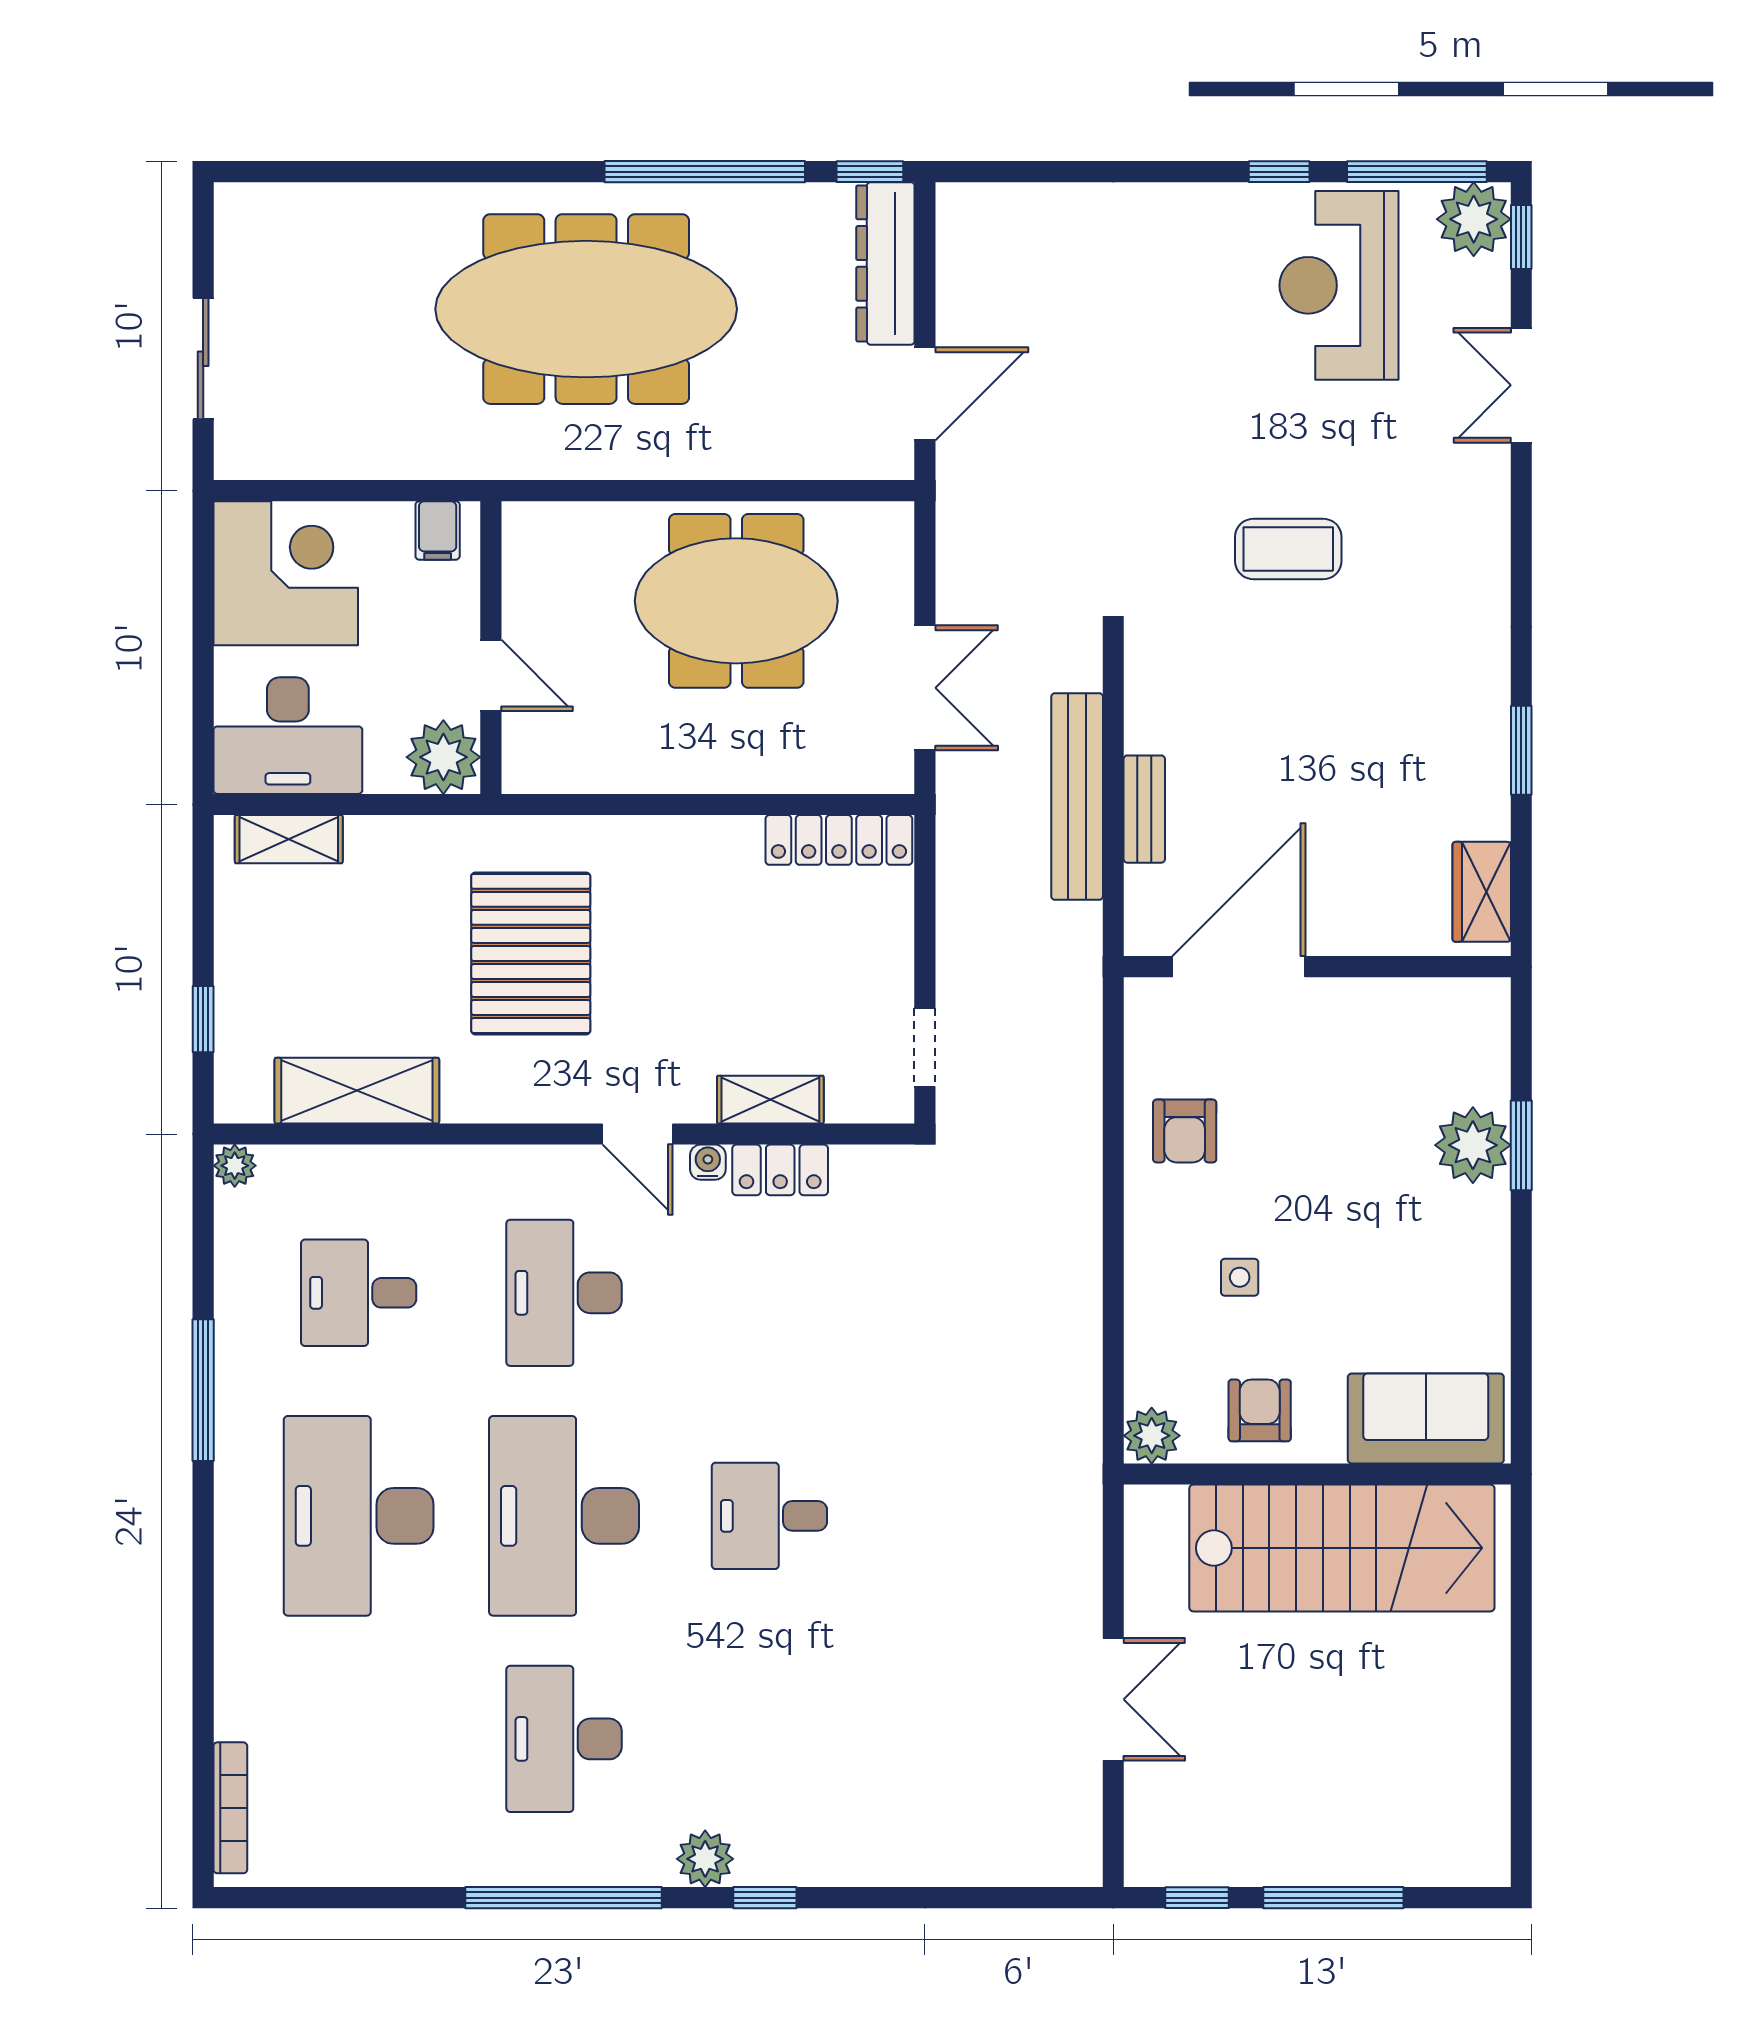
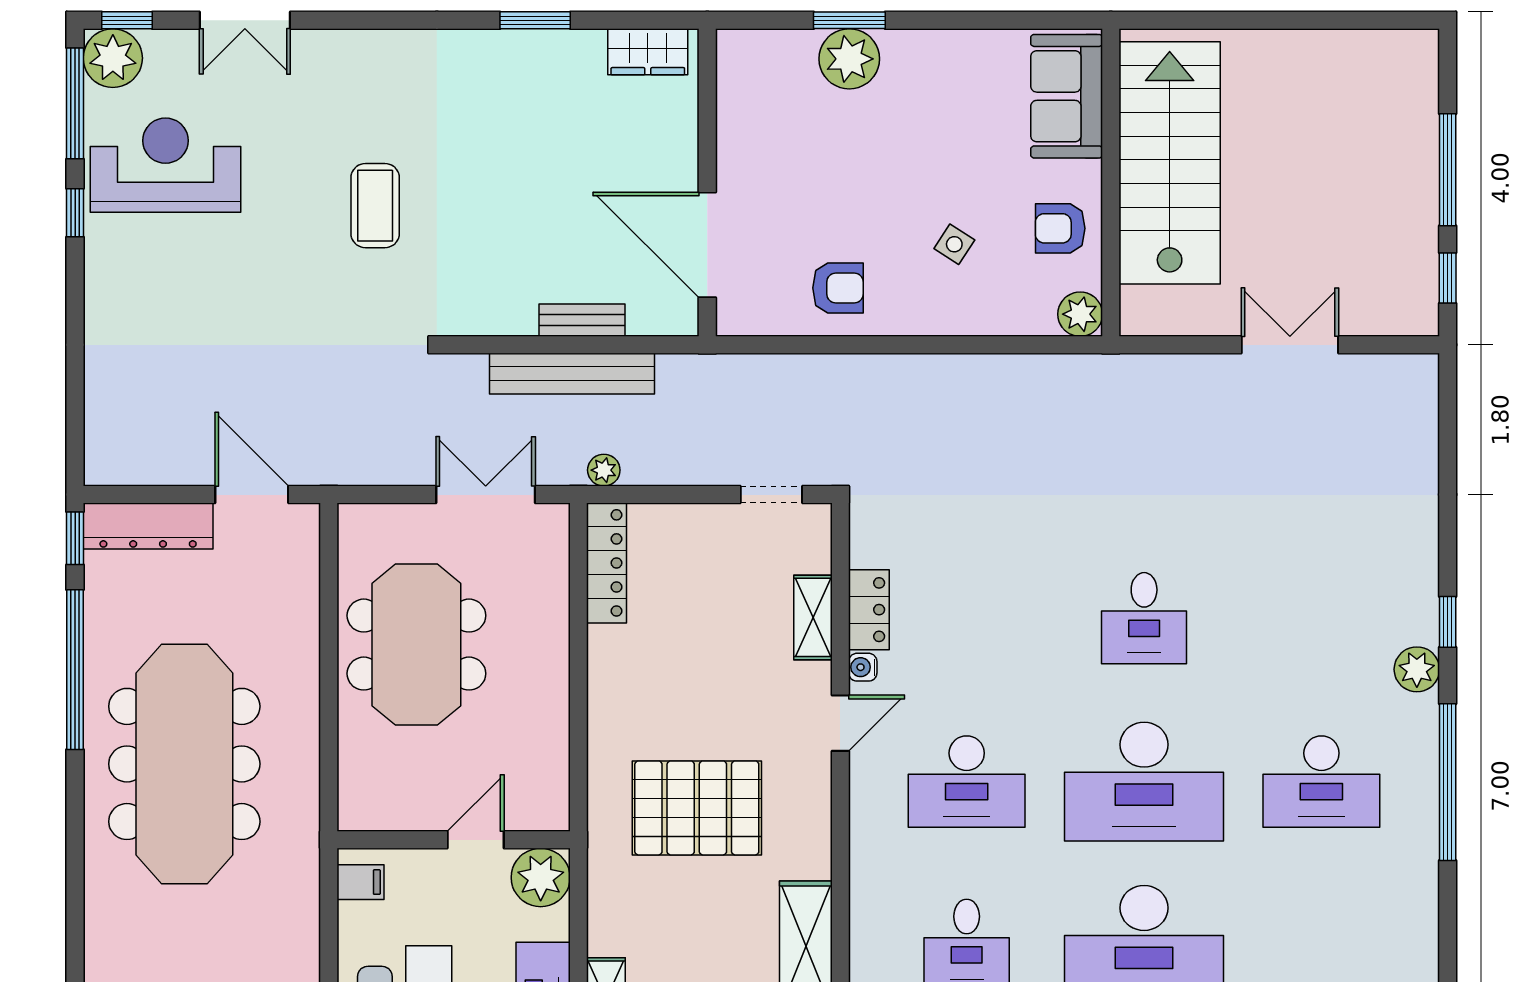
reception desk: (1339, 285) -> (165, 165), turned 180
plant: (956, 836) -> (604, 470), added
side table: (1240, 1277) -> (954, 244), turned 33

